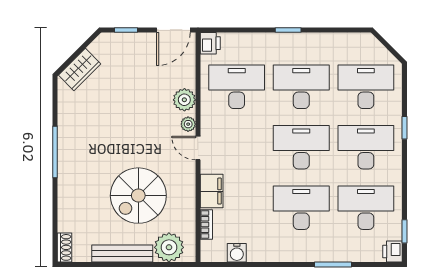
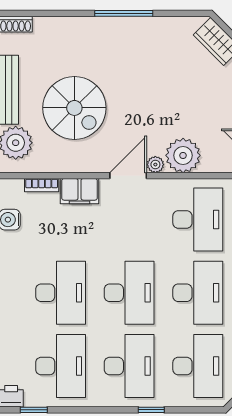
plant: (184, 100) -> (183, 155), width x1.36, depth x1.36
door: (198, 148) -> (128, 176), width x1.38
spiral stairs: (138, 196) -> (74, 108), turned 180

